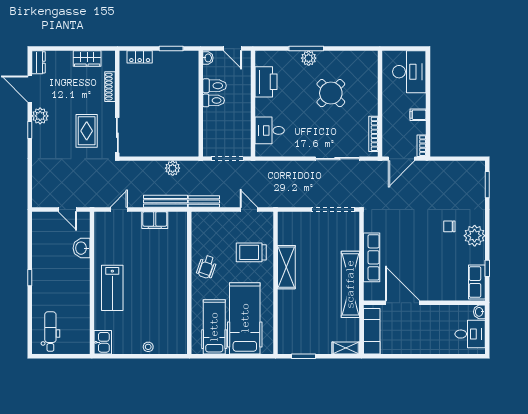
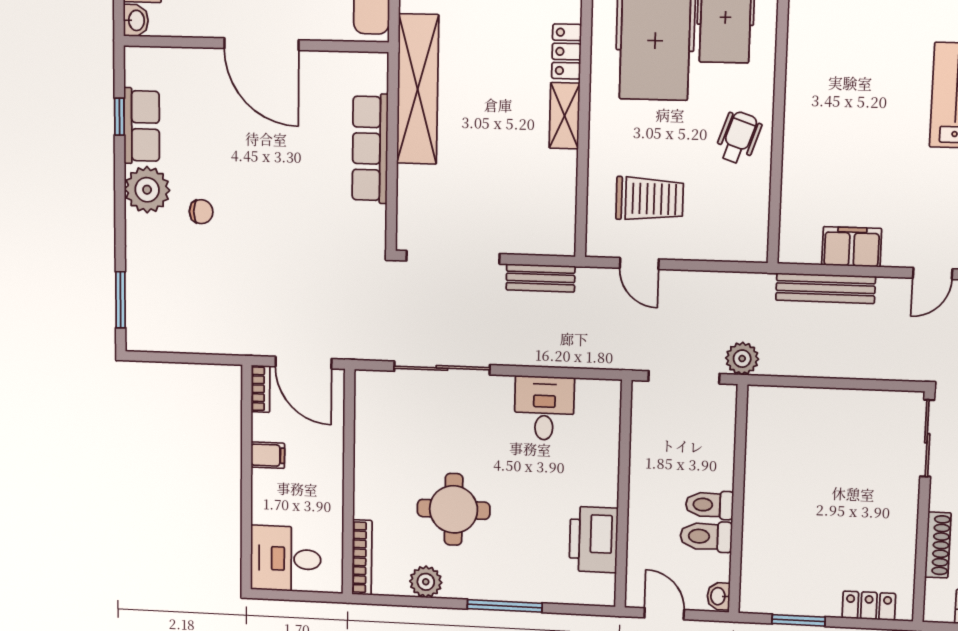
plant: (309, 58) -> (426, 582), moved
desk: (409, 72) -> (286, 559), width x0.73
round table: (331, 93) -> (454, 509), turned 45
desk: (270, 130) -> (544, 408), moved, turned -90
bookcase: (373, 134) -> (362, 557), moved
door: (401, 159) -> (303, 363), swing flipped
plant: (173, 168) -> (742, 359), moved
bench: (204, 201) -> (541, 278), moved
trolley: (251, 252) -> (650, 199), moved
shelving: (286, 267) -> (565, 116), width x0.67, depth x0.75
row of seats: (477, 282) -> (142, 126), moved
locker: (284, 303) -> (566, 52), added
door: (403, 303) -> (261, 44), moved

